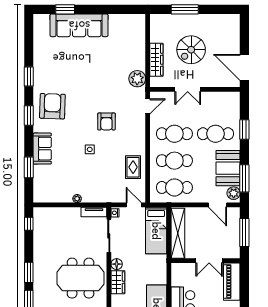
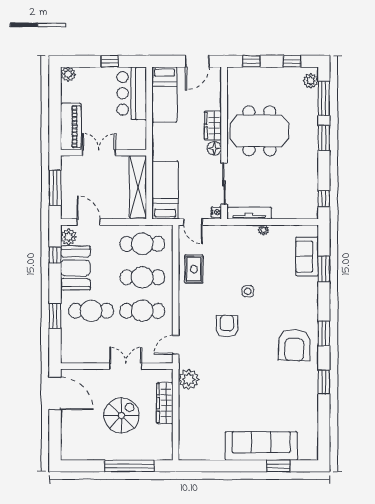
window: (185, 9) -> (129, 466), width x1.46
sofa: (42, 149) -> (307, 256), moved
window: (244, 178) -> (55, 255), width x0.46
tv unit: (94, 212) -> (249, 213), width x1.41

